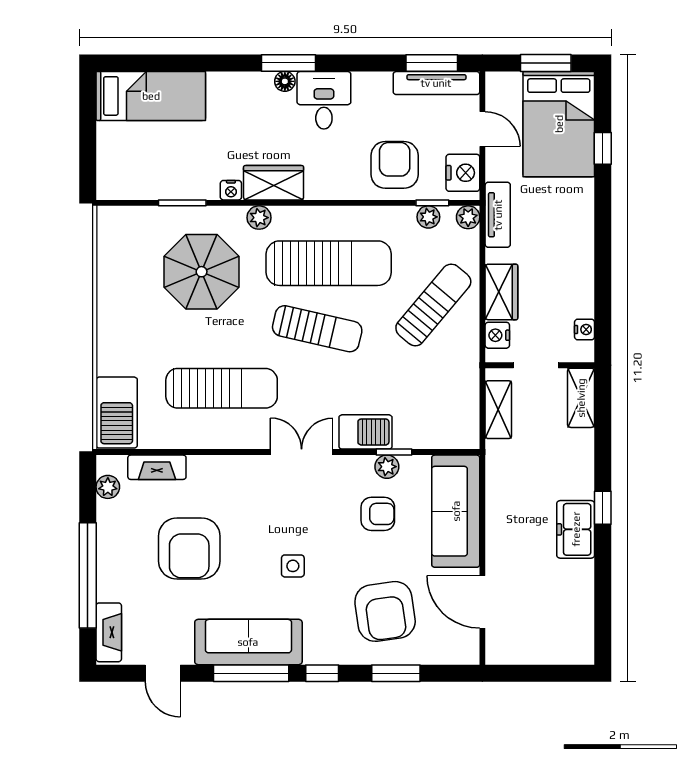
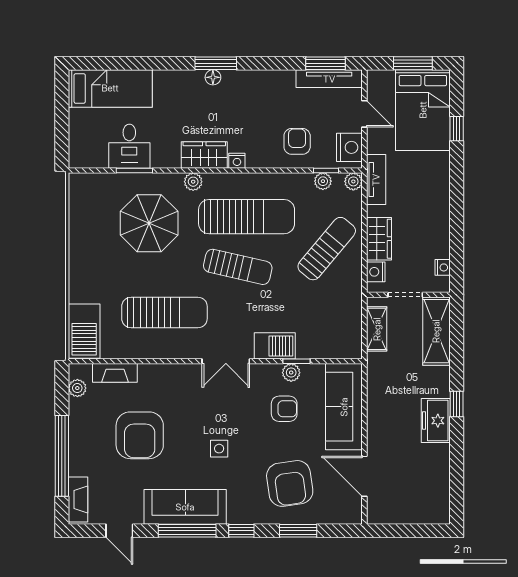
desk: (324, 100) -> (129, 146), moved, turned 180
armchair: (395, 165) -> (297, 141), width x0.72, depth x0.72
nightstand: (231, 190) -> (237, 161), moved
shelving: (581, 398) -> (436, 331), width x1.50, depth x1.33
double door: (302, 452) -> (226, 361), swing flipped

